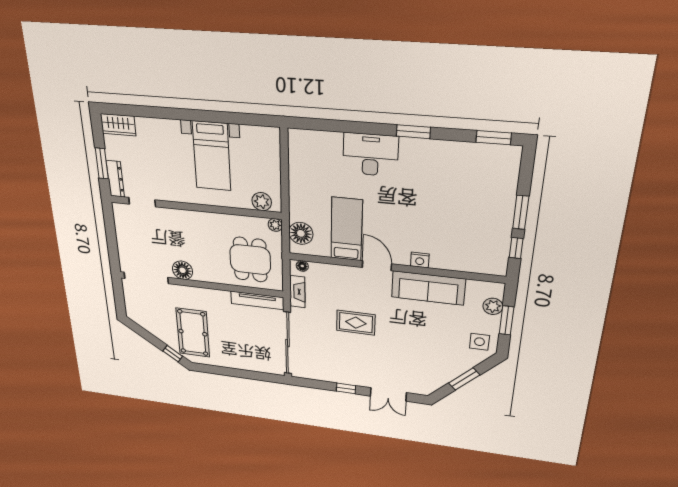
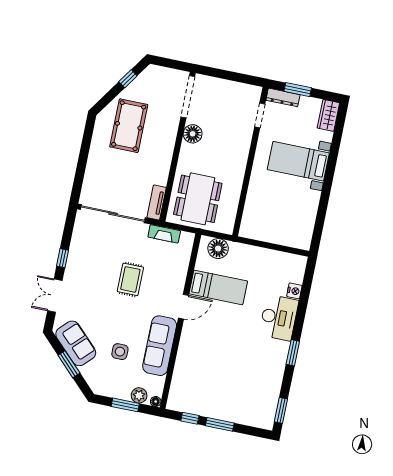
bed with nightstands: (212, 156) -> (298, 161), moved
plant: (262, 202) -> (249, 221), removed
plant: (275, 225) -> (228, 228), removed
dining table: (250, 260) -> (198, 199), width x1.38
nightstand: (420, 260) -> (294, 291), moved, turned 180
floor lamp: (302, 266) -> (156, 402), moved
tv unit: (257, 300) -> (157, 202), width x0.71
pool table: (193, 333) -> (129, 126), turned 90
side table: (479, 342) -> (120, 352), moved
window: (173, 354) -> (128, 79), moved
sofa: (439, 373) -> (76, 343), added

